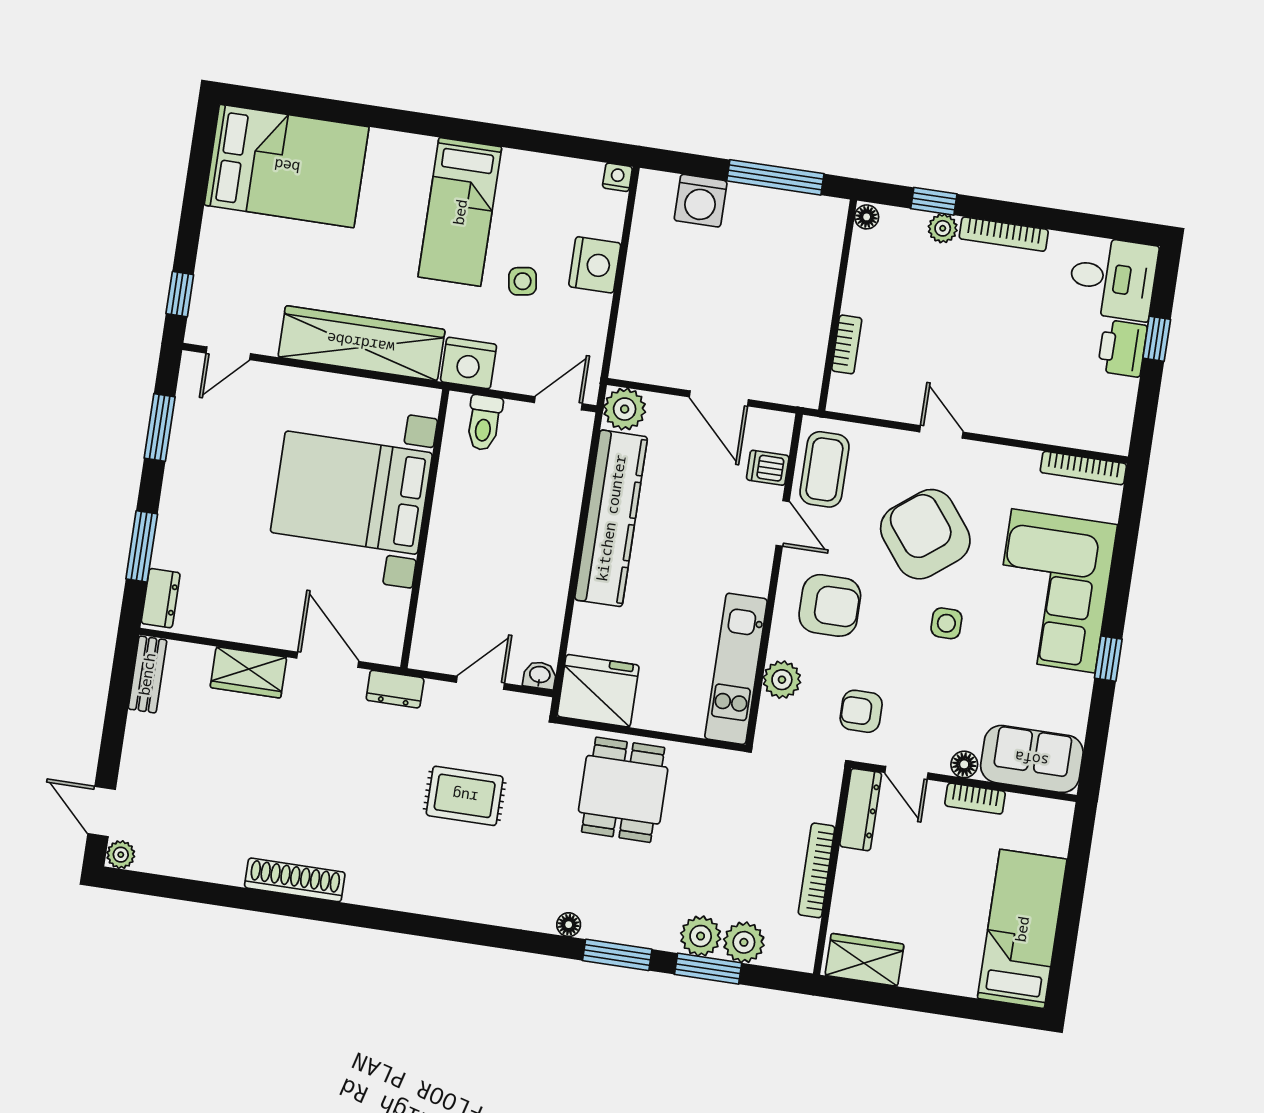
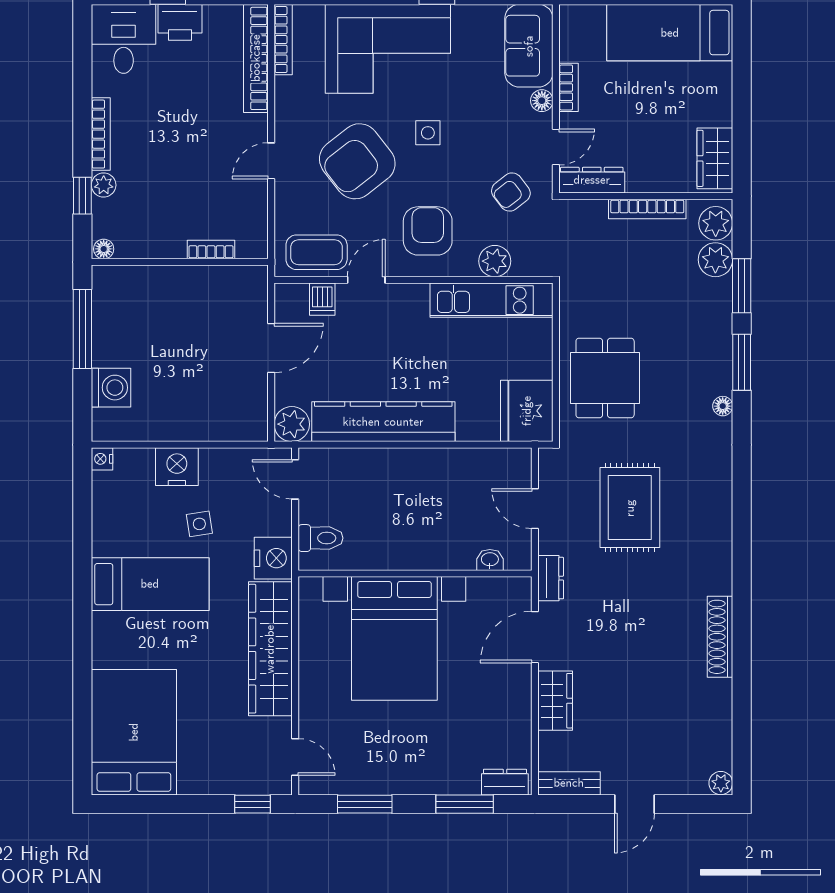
bookcase: (1066, 432) -> (256, 58), added
washbasin: (540, 675) -> (490, 560), moved, turned 90
armchair: (861, 711) -> (511, 192), turned 52
dining table: (623, 790) -> (605, 378), turned 90
rug: (465, 796) -> (630, 508), width x1.36, depth x1.43
door: (102, 811) -> (634, 804), moved
plant: (701, 936) -> (716, 223), moved

